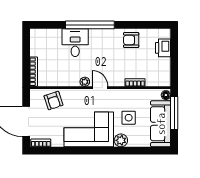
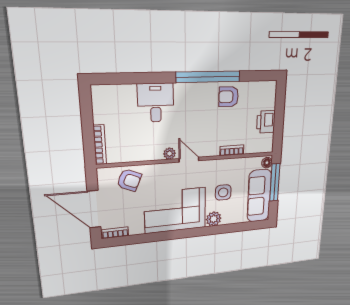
window: (90, 25) -> (208, 77), moved
printer: (163, 48) -> (266, 122), moved
armchair: (53, 101) -> (129, 180), turned -49

